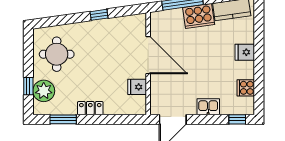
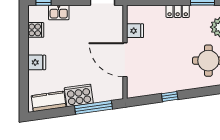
kitchen sink: (208, 107) -> (59, 13), moved

